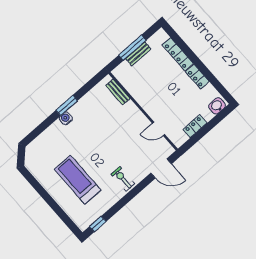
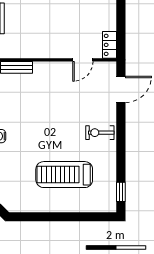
locker: (195, 126) -> (110, 45), moved

